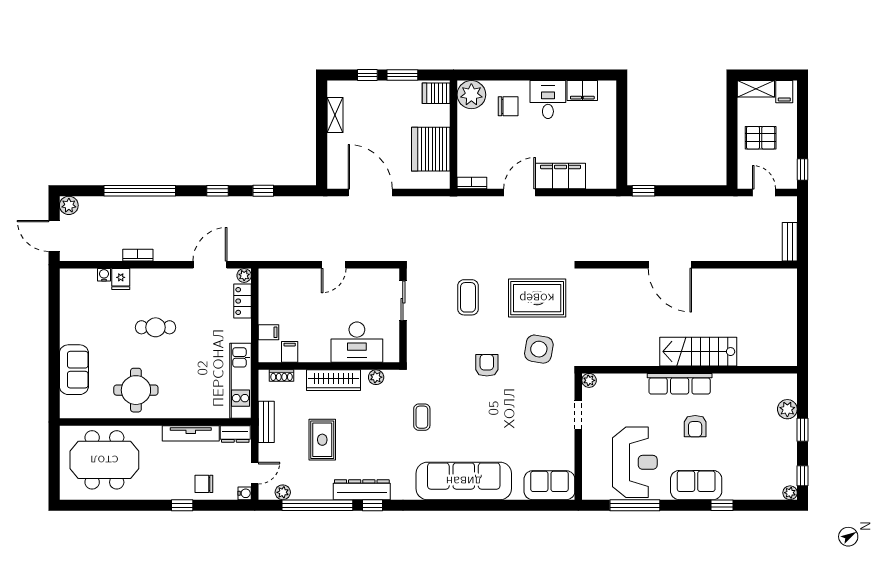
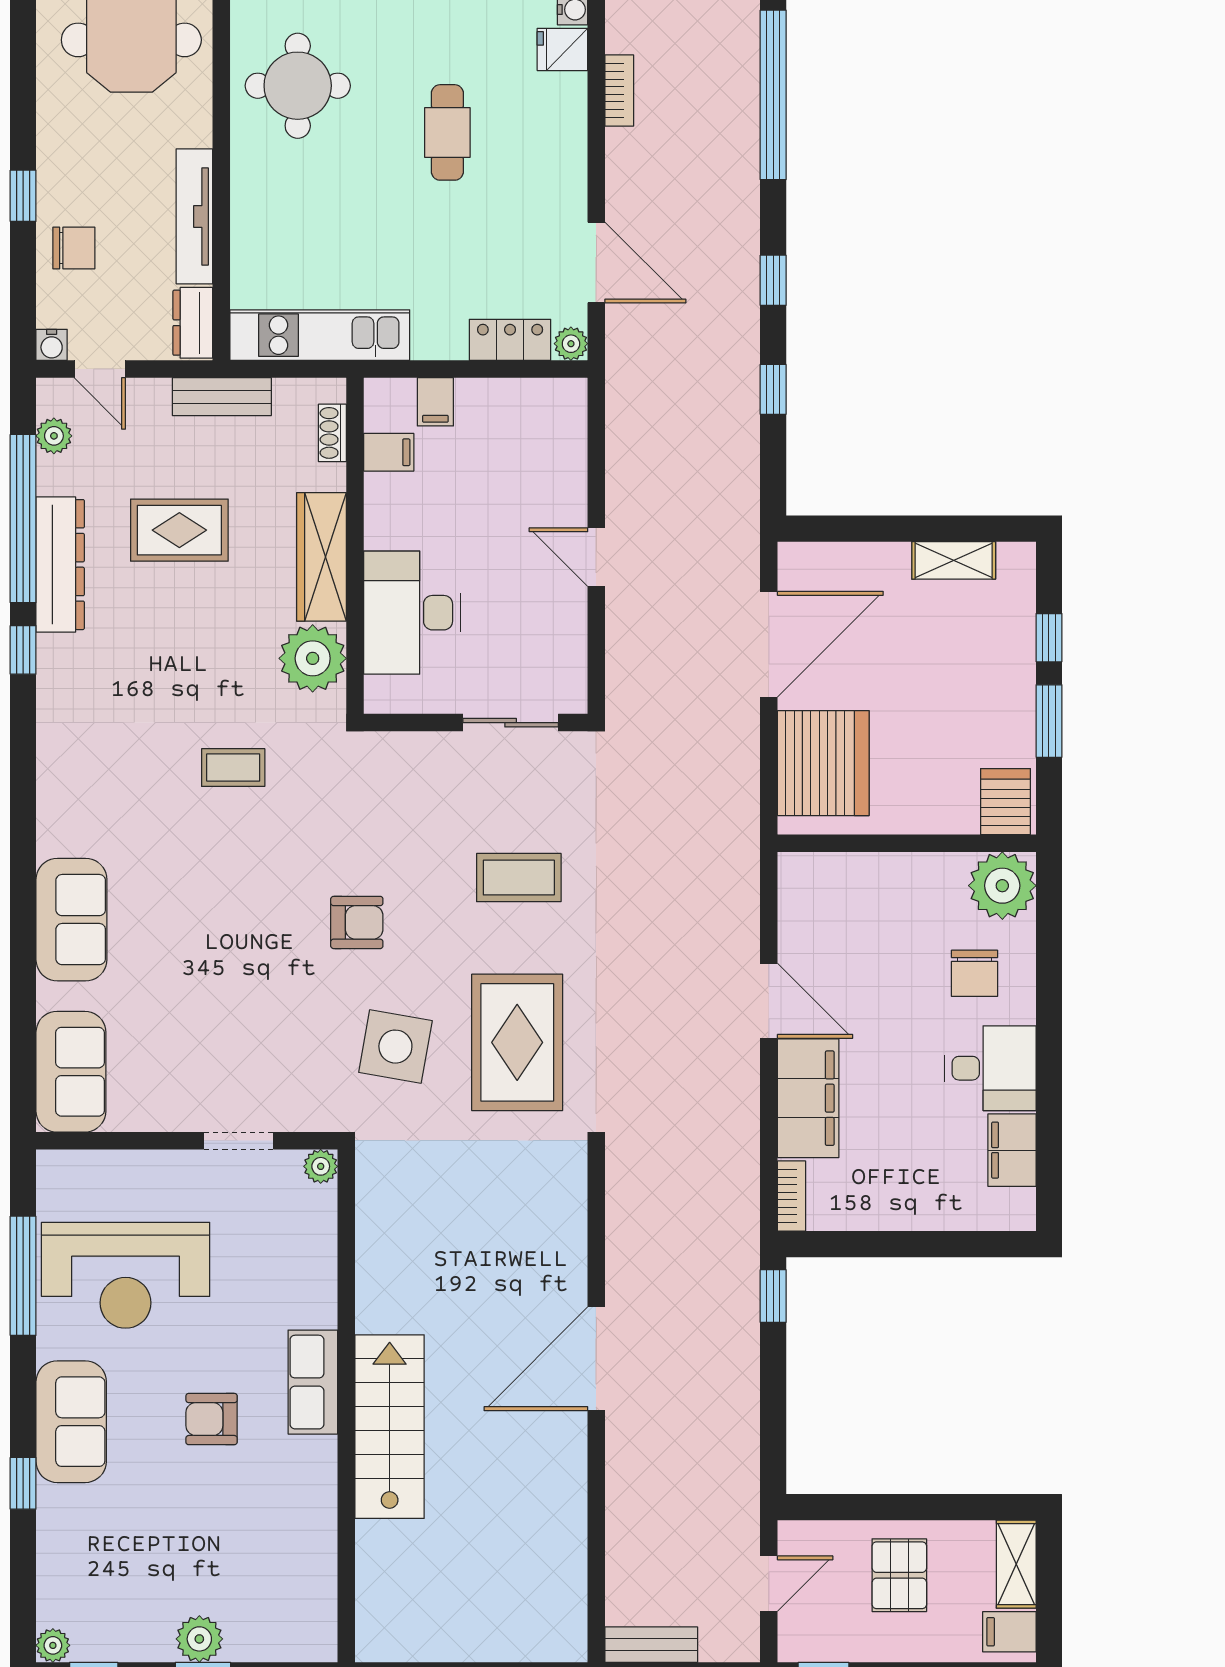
server rack: (431, 149) -> (823, 763), moved, turned 90
bookcase: (472, 183) -> (791, 1196), moved
plant: (376, 377) -> (313, 658), width x1.88, depth x1.88
row of seats: (680, 384) -> (313, 1382), width x0.68
plant: (787, 409) -> (199, 1639), moved
sofa: (464, 481) -> (71, 920), width x0.54, depth x0.79
chair: (204, 484) -> (74, 248), turned 90
dresser: (362, 490) -> (60, 565), moved

